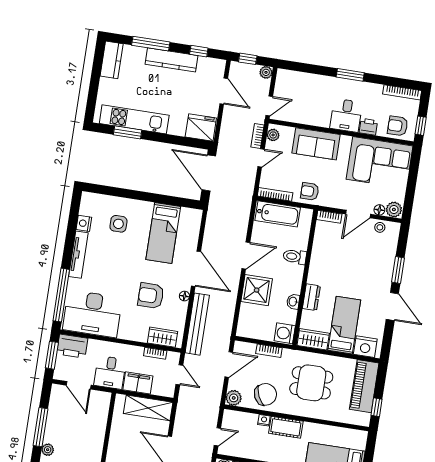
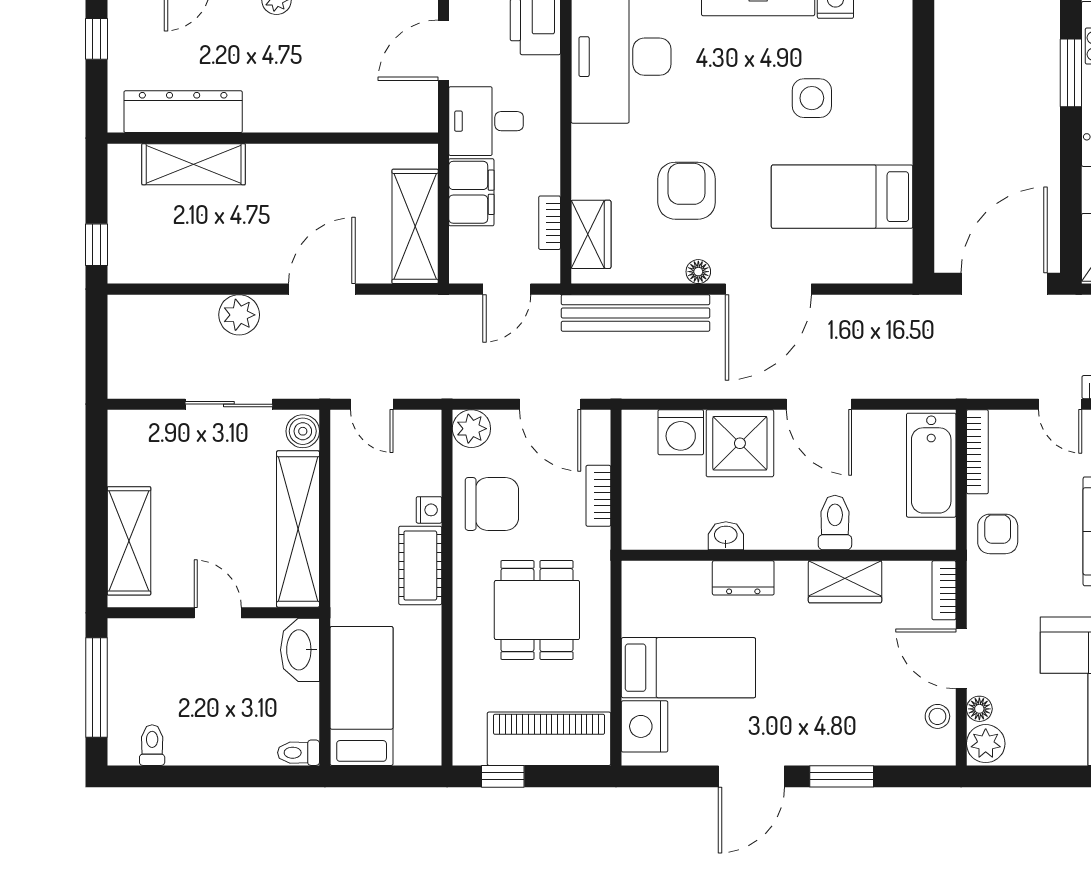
side table: (118, 224) -> (812, 98), moved
washing machine: (285, 333) -> (681, 432), moved, turned 180
wardrobe: (313, 339) -> (845, 582), moved, turned 90
chair: (265, 394) -> (492, 504), turned -65

